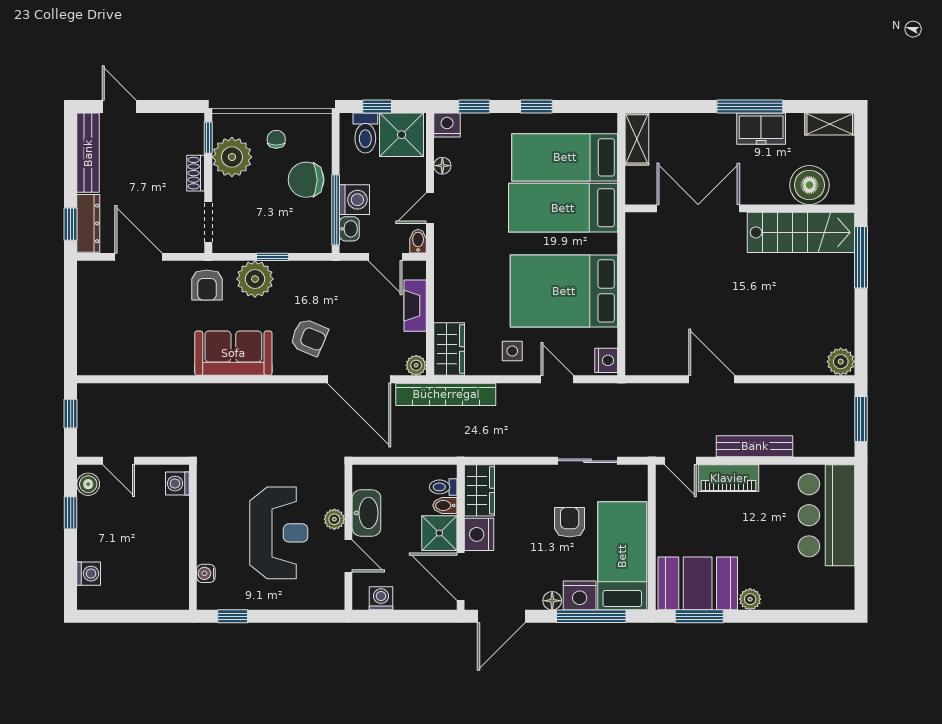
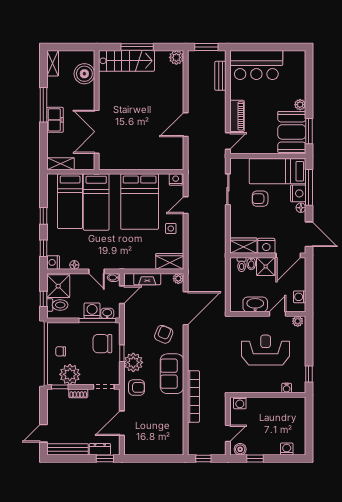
freezer: (761, 129) -> (55, 120), moved
chair: (306, 180) -> (102, 344), moved, turned 90
dresser: (88, 223) -> (100, 449), width x0.70
stairs: (801, 232) -> (126, 61), moved, turned 90
window: (861, 257) -> (137, 47), moved
bookcase: (446, 394) -> (193, 397), moved
bench: (755, 446) -> (220, 76), moved, width x0.73
plant: (334, 519) -> (298, 321), moved

